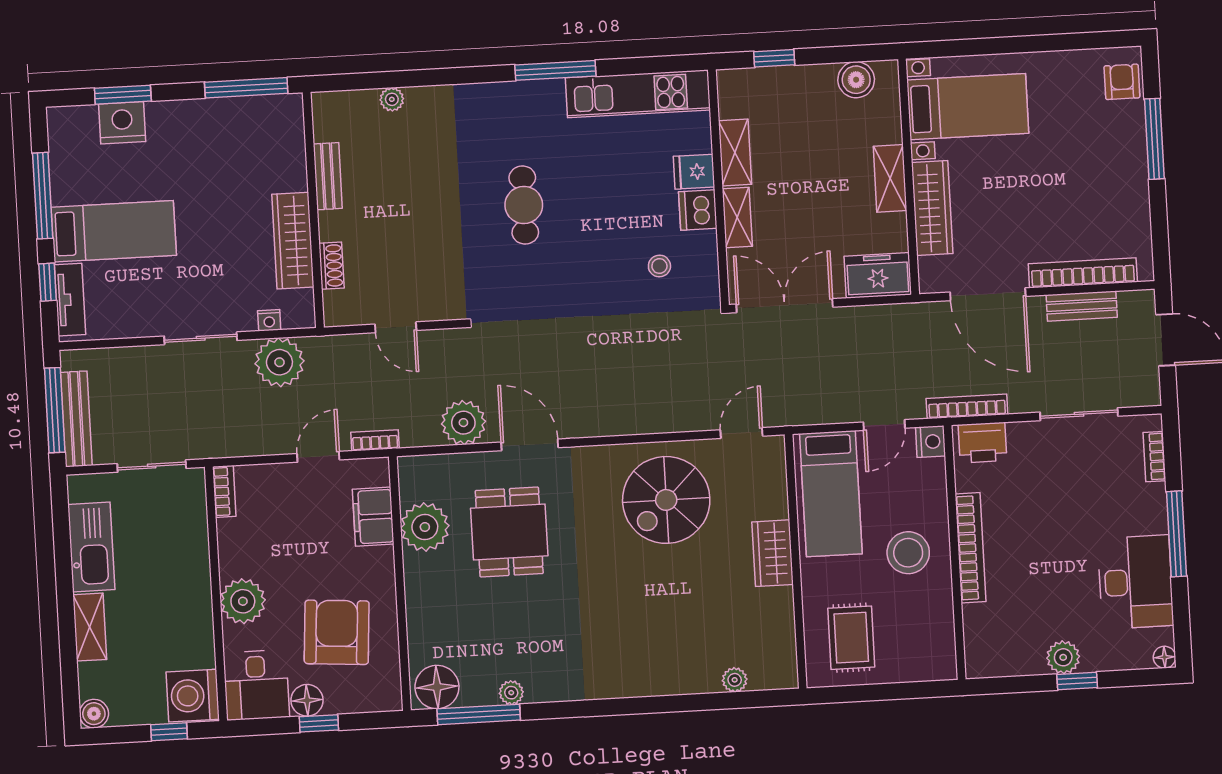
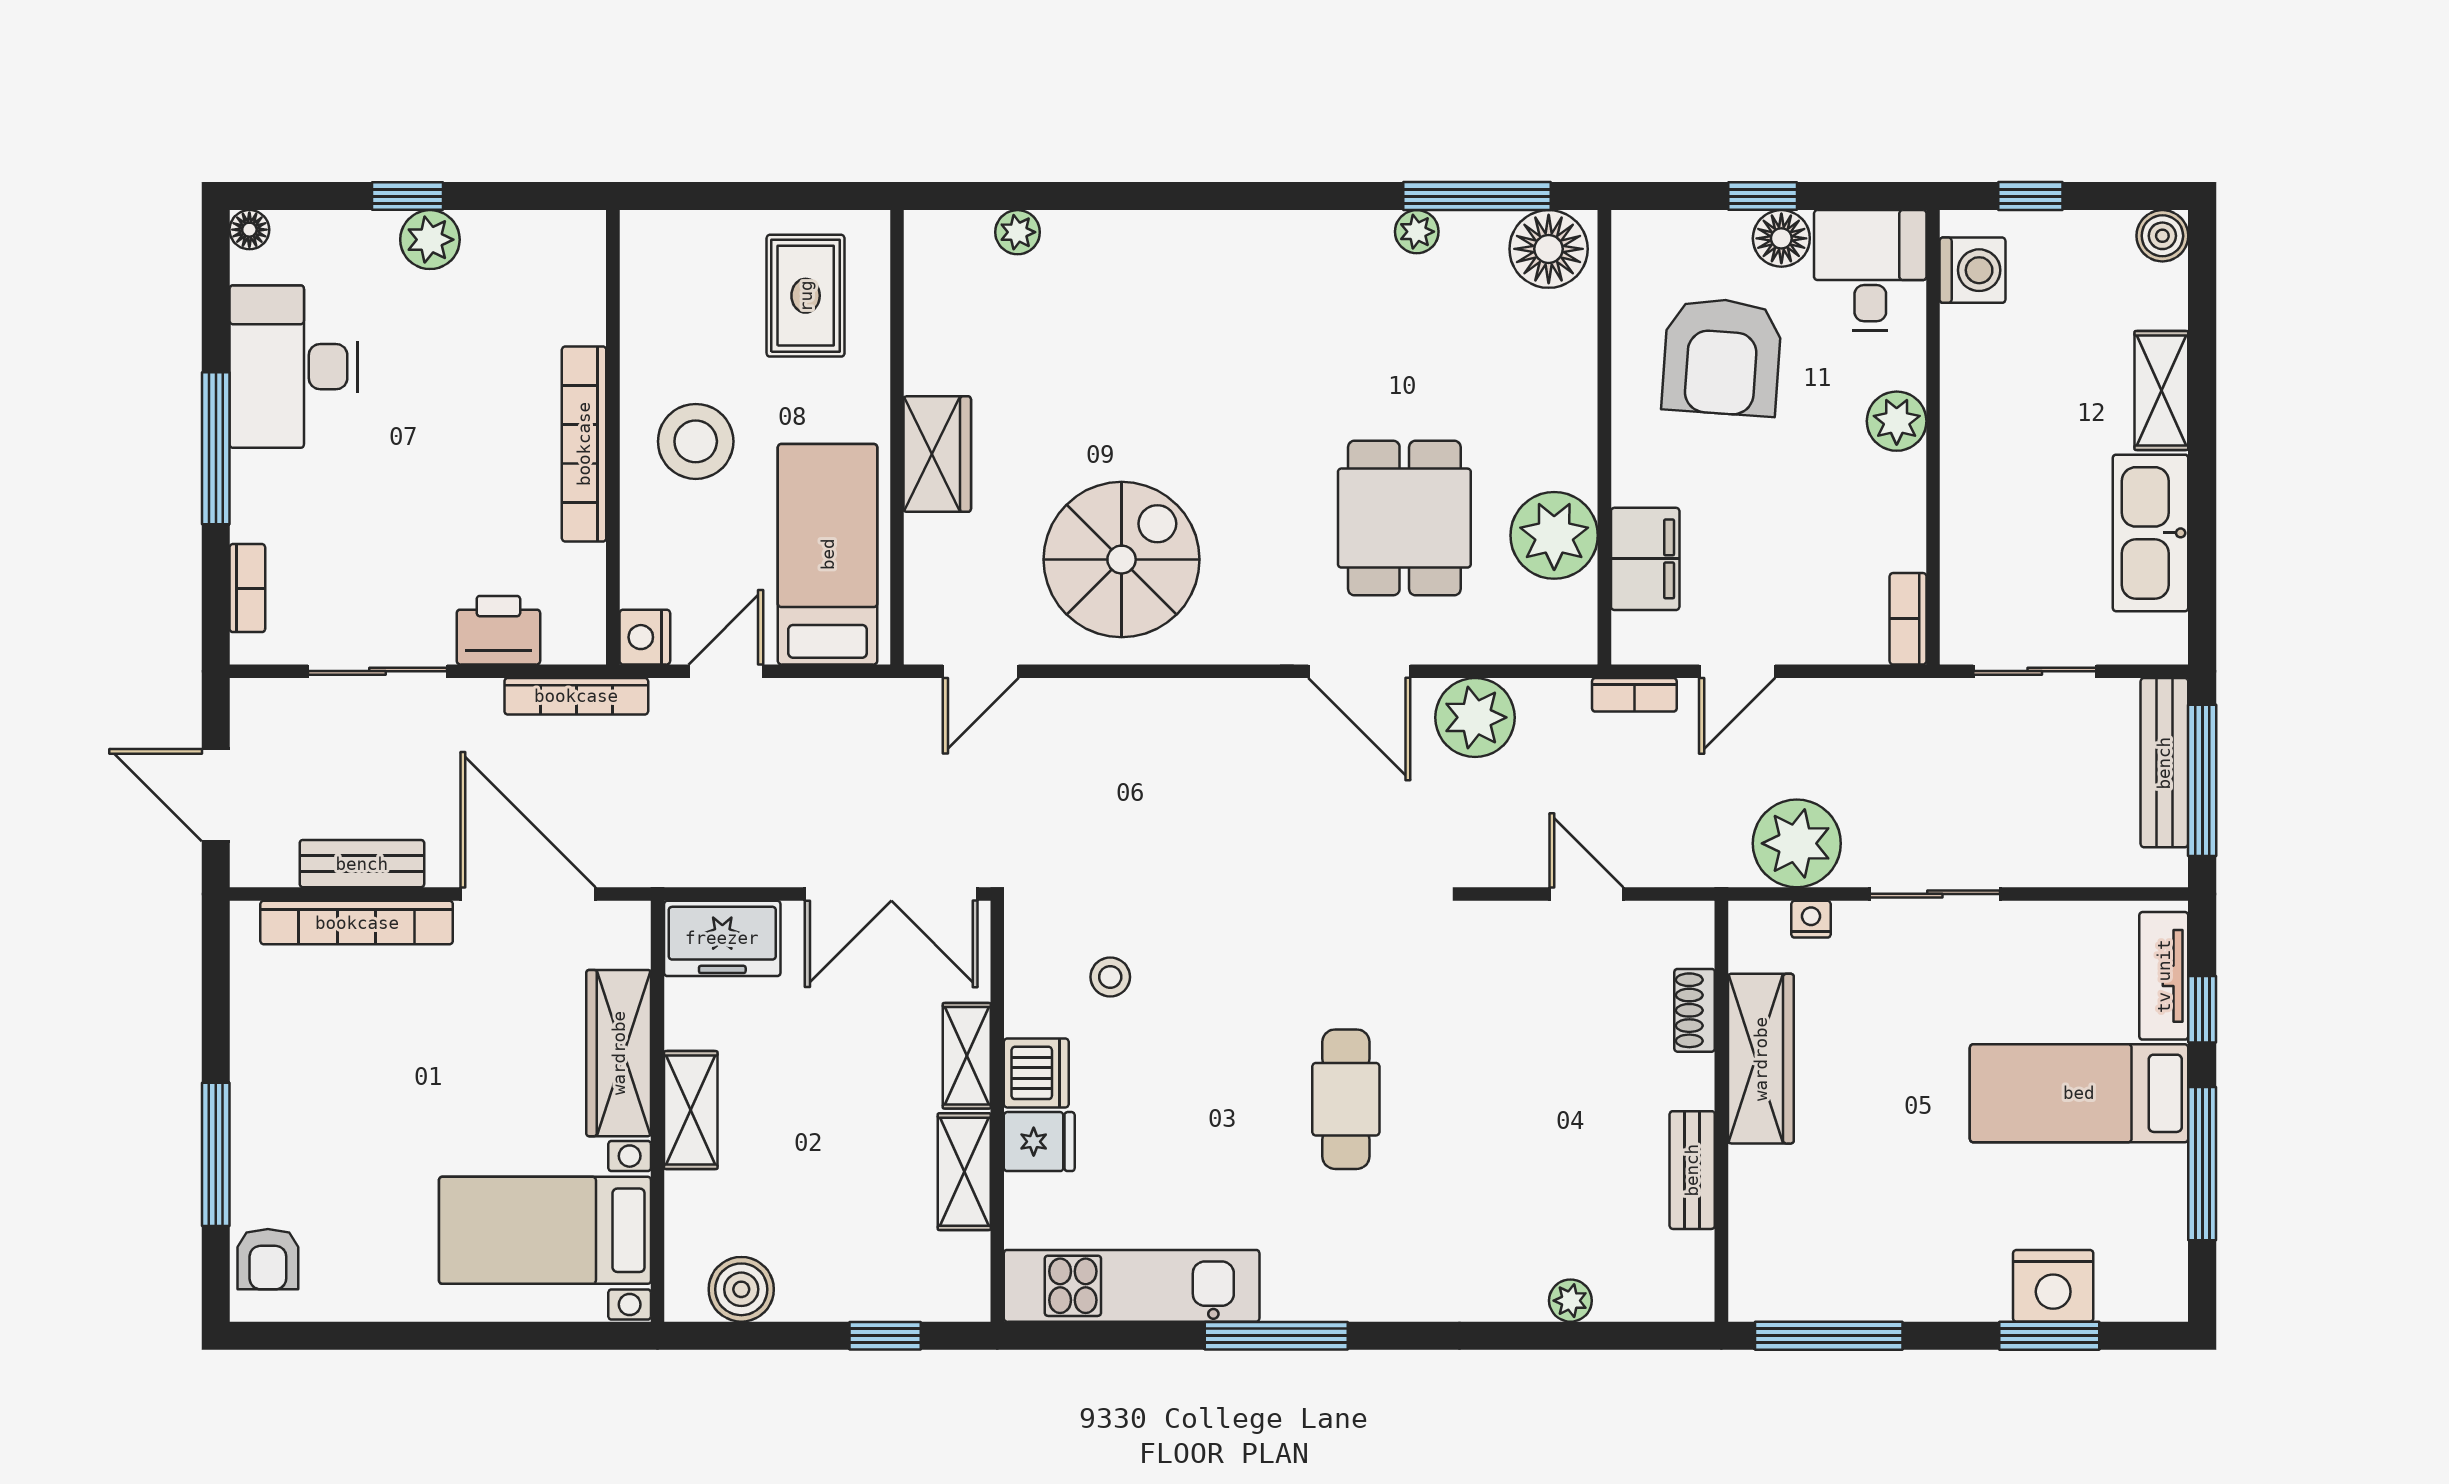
printer: (983, 443) -> (498, 630), moved
plant: (243, 601) -> (1897, 421), width x0.73, depth x0.73
washing machine: (193, 696) -> (1973, 270), width x0.73, depth x0.73

